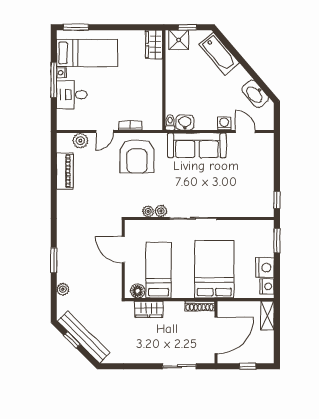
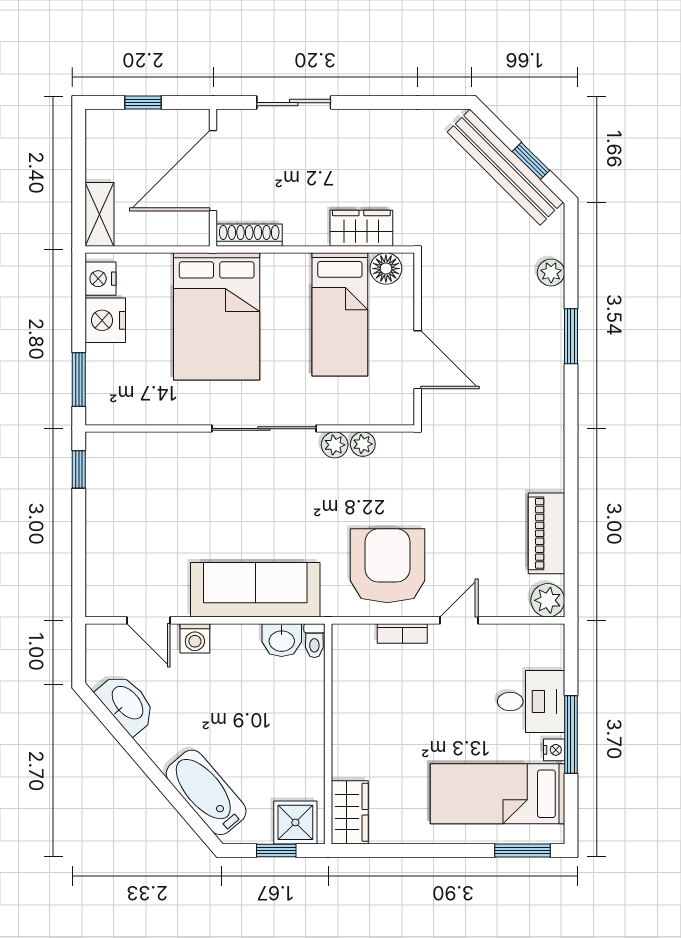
plant: (80, 141) -> (548, 600), moved

